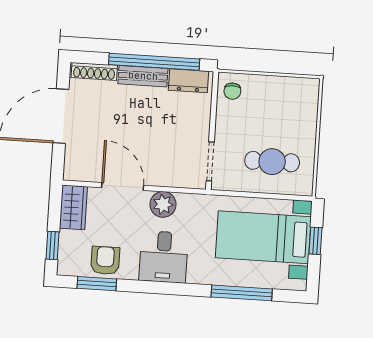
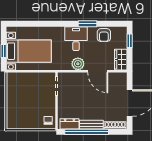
cafe table: (272, 162) -> (27, 88), removed
window: (97, 284) -> (88, 24), moved
window: (242, 293) -> (37, 24), removed

